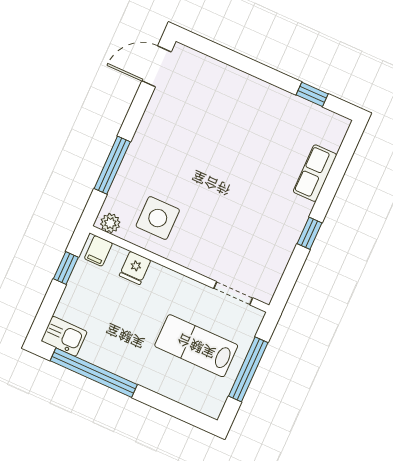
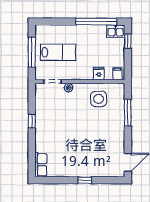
window: (312, 94) -> (85, 180), moved
row of seats: (315, 173) -> (41, 165), moved
plant: (110, 223) -> (68, 88), moved
window: (66, 268) -> (128, 41), moved

